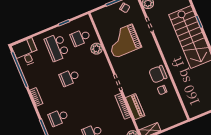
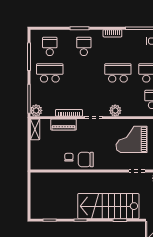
grand piano: (123, 41) -> (132, 139), turned -90
plant: (96, 49) -> (115, 111), moved
chair: (158, 74) -> (86, 160), turned -90
school desk: (69, 77) -> (118, 73), width x1.85

